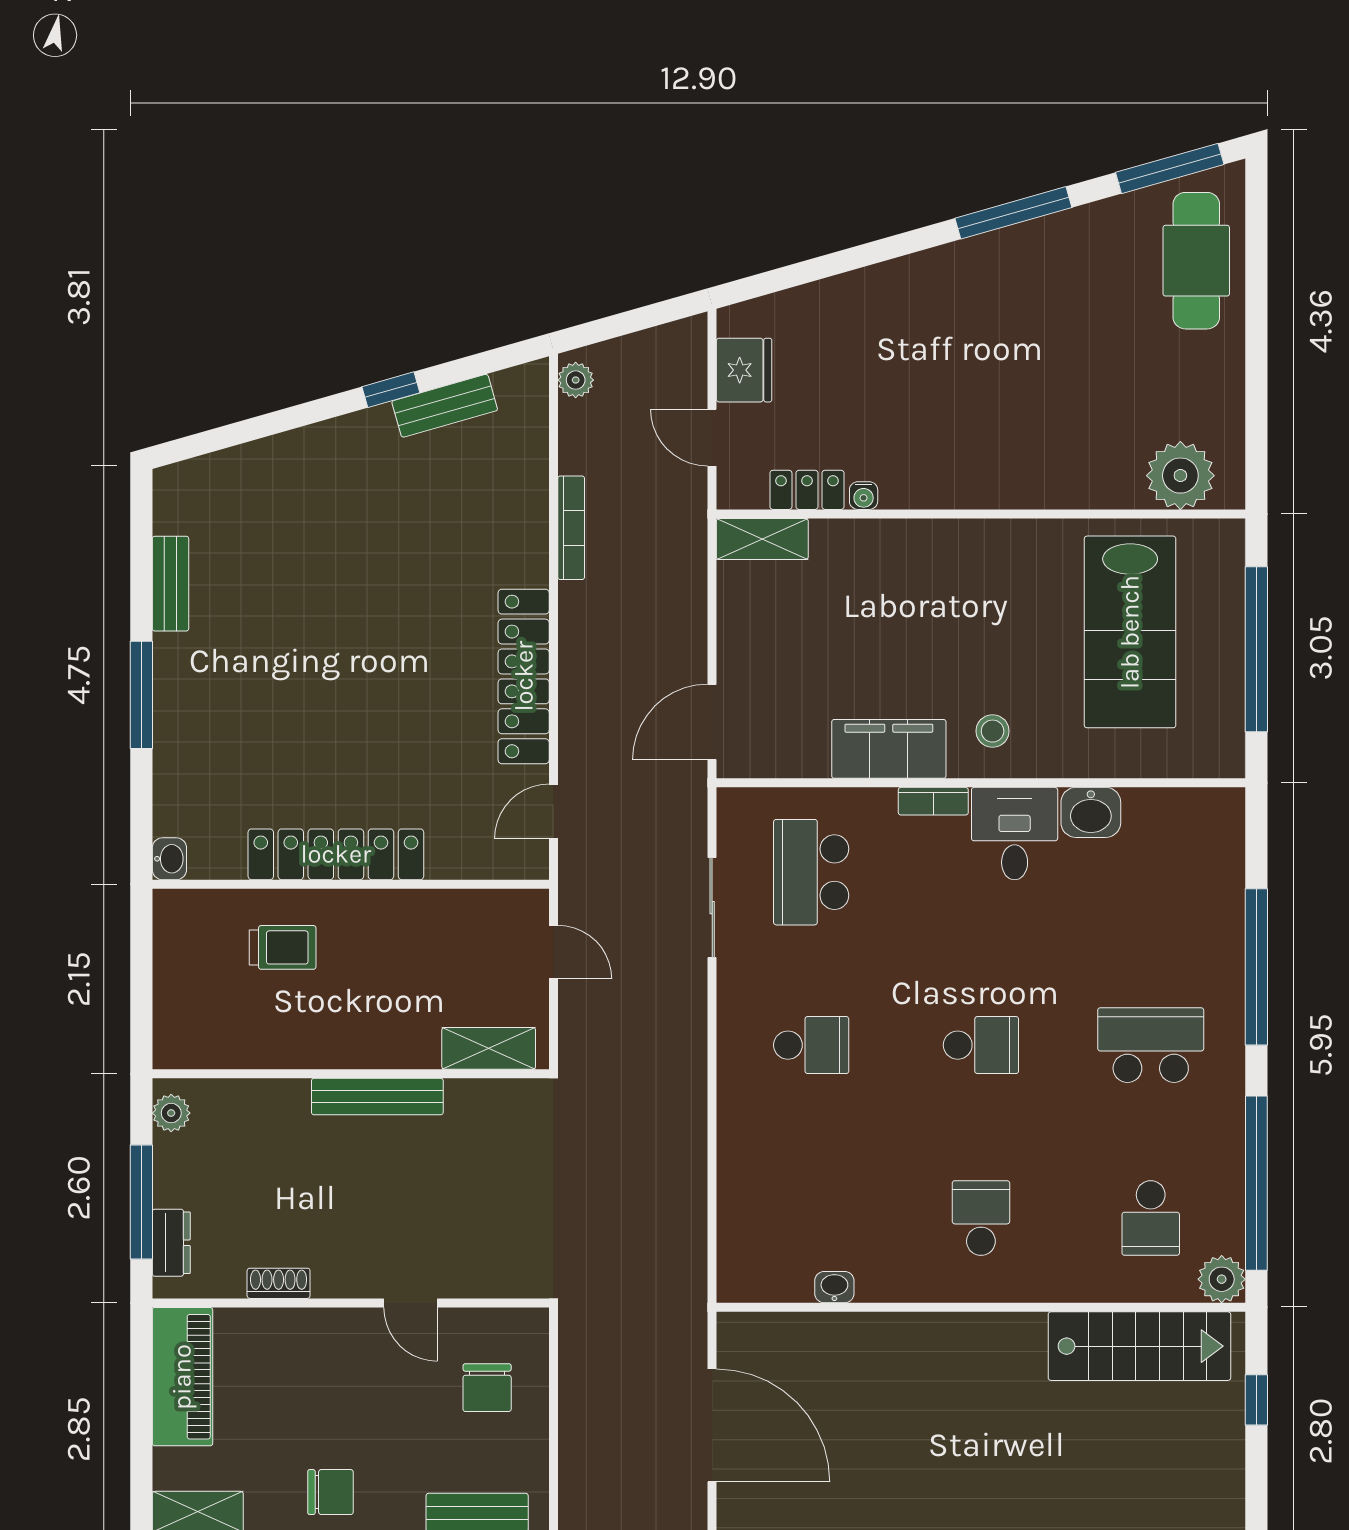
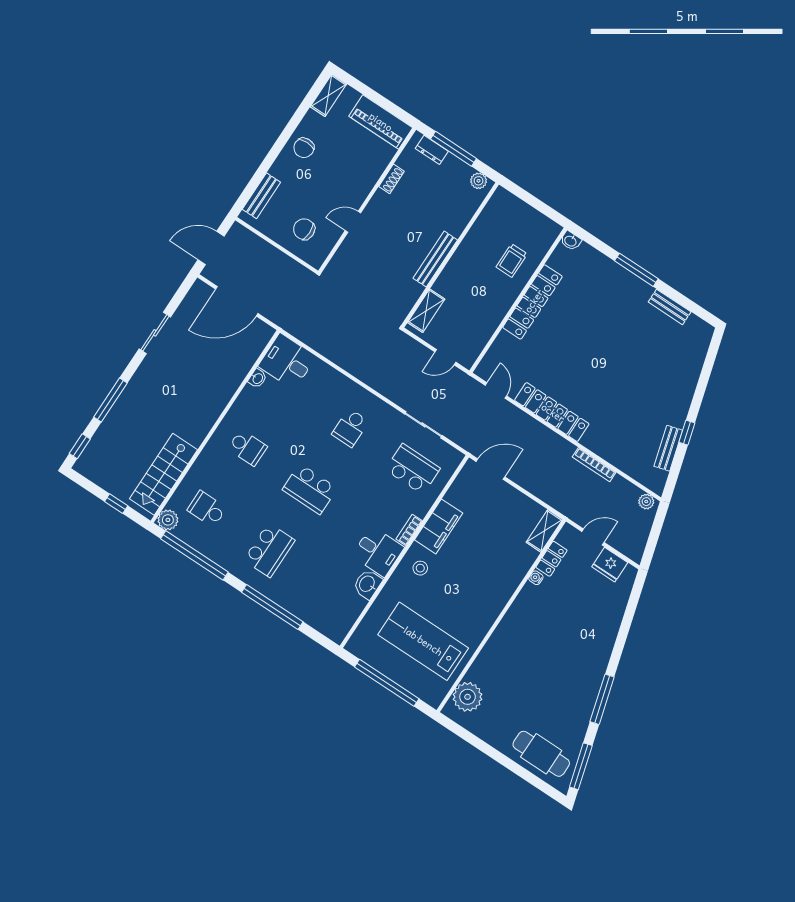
door: (712, 722) -> (490, 469), hinge flipped
school desk: (981, 1045) -> (310, 489), width x1.85
desk: (764, 1252) -> (287, 361), added

